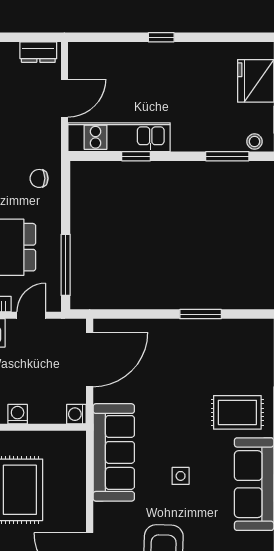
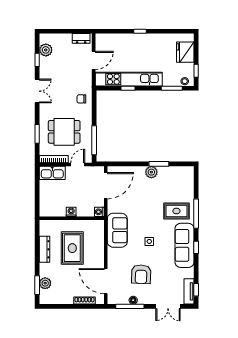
kitchen unit: (119, 137) -> (129, 79), width x1.36
plant: (185, 331) -> (151, 172), added
sofa: (114, 452) -> (117, 230), width x0.73

